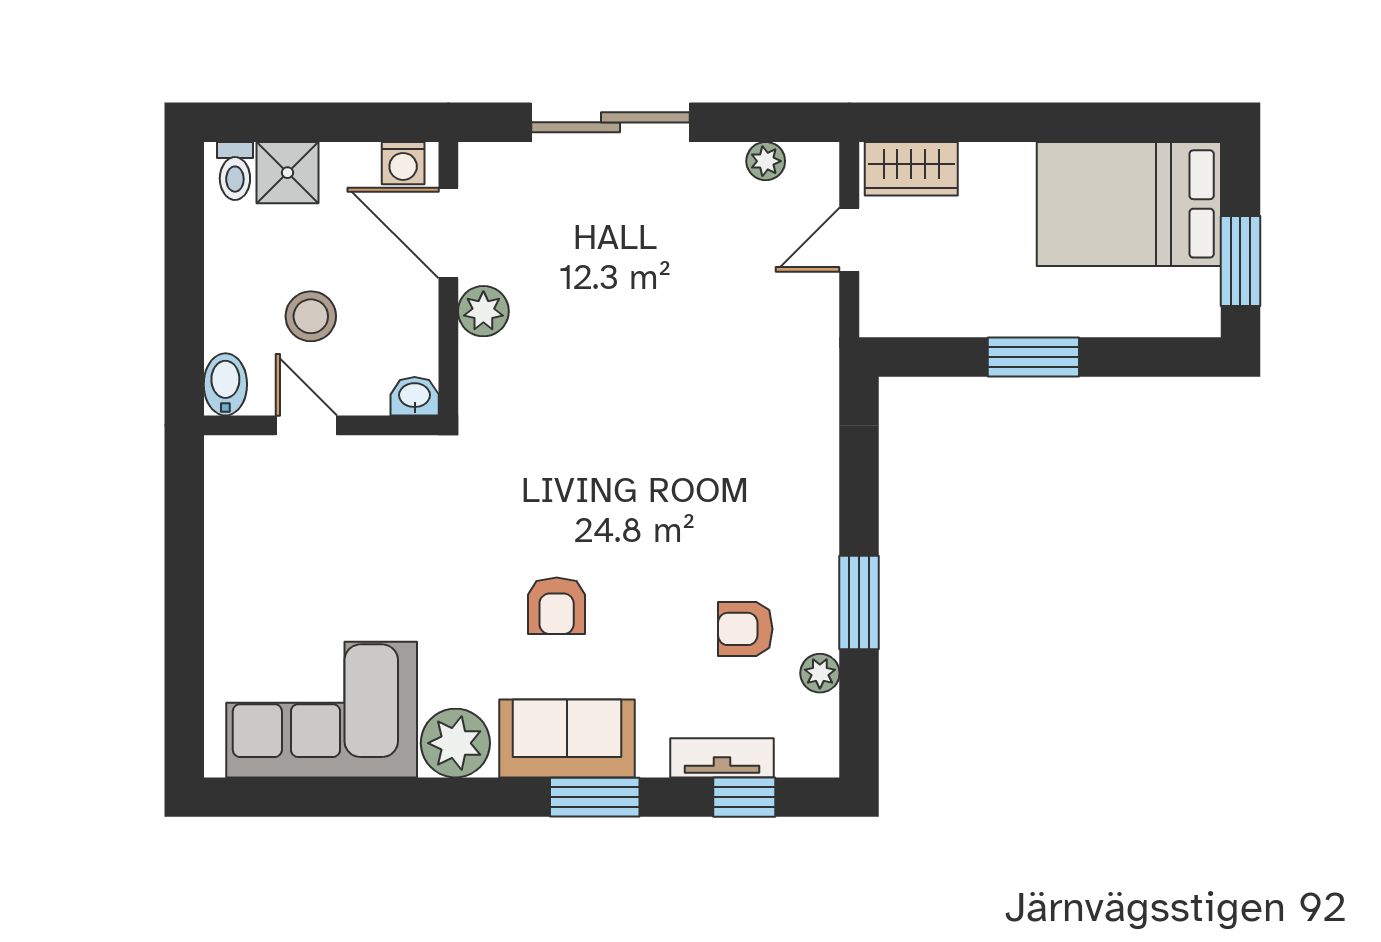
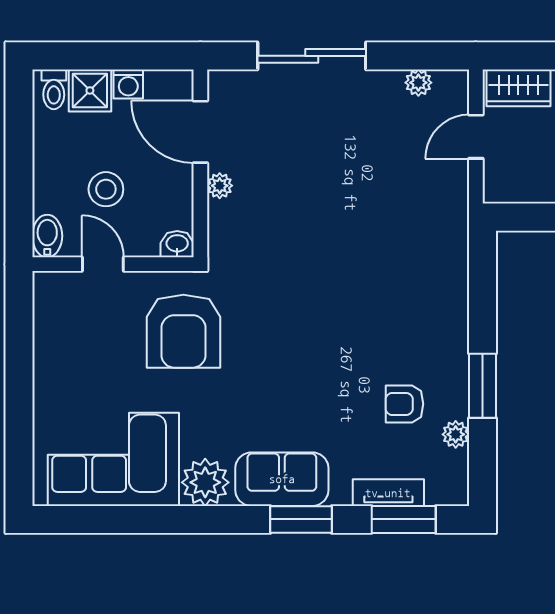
washing machine: (403, 163) -> (128, 84), moved
plant: (483, 311) -> (220, 186), width x0.73, depth x0.73
armchair: (557, 606) -> (183, 331), moved, width x1.88, depth x1.88
window: (744, 797) -> (404, 519), width x1.50

